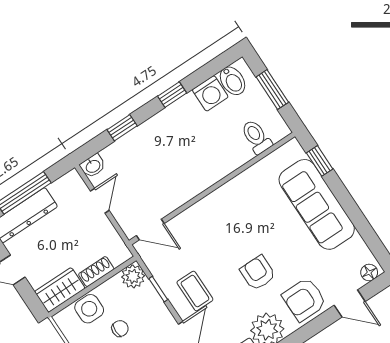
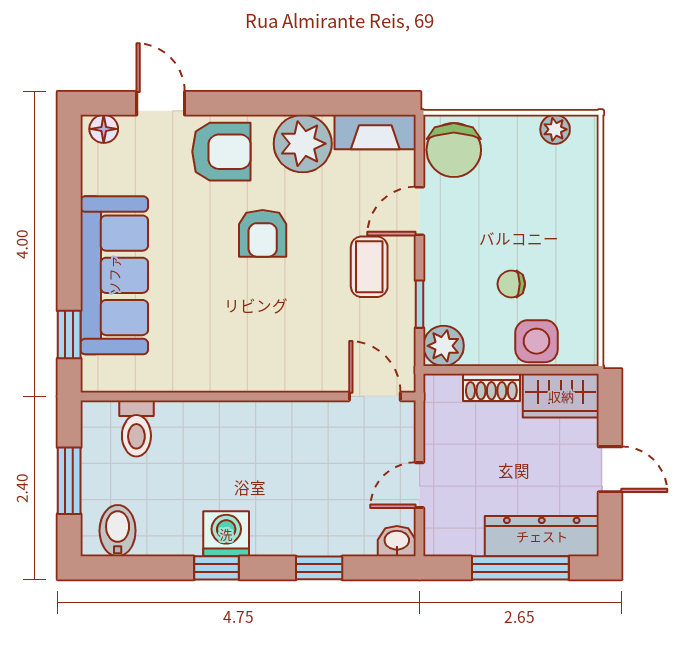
washing machine: (210, 93) -> (226, 534), moved

